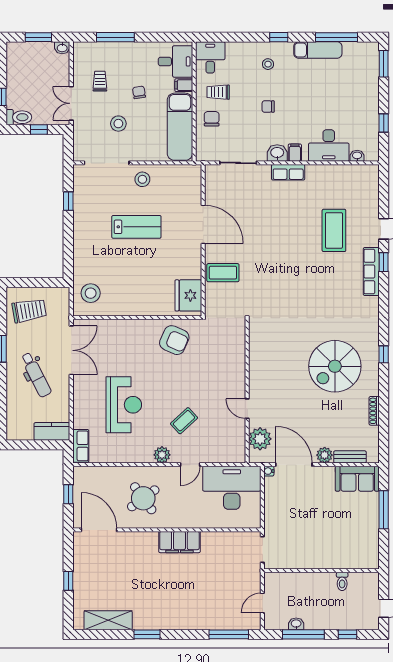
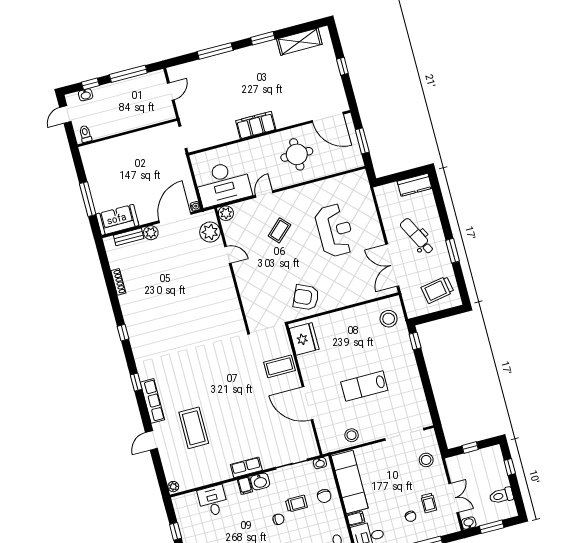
chair: (139, 92) -> (411, 516), moved
trolley: (218, 92) -> (296, 504), moved
double door: (71, 103) -> (454, 498), moved
toilet: (19, 117) -> (501, 496), moved
stool: (118, 124) -> (426, 460), moved
desk: (329, 146) -> (213, 501), width x0.73
washbasin: (357, 156) -> (320, 463), moved
plant: (373, 172) -> (173, 487), added
stool: (142, 179) -> (352, 435), moved
window: (68, 201) -> (415, 341), moved
window: (384, 262) -> (136, 382), moved
spiral stairs: (335, 366) -> (162, 311), removed
reception desk: (124, 405) -> (335, 230), turned 180
kitchen counter: (52, 431) -> (415, 185), moved
row of seats: (81, 446) -> (362, 185), removed
plant: (162, 455) -> (226, 213), moved
door: (294, 465) -> (175, 218), swing flipped
window: (68, 494) -> (362, 141), width x1.50
round table: (143, 498) -> (297, 154), turned 36
toilet: (342, 581) -> (85, 134), moved
washbasin: (296, 624) -> (86, 95), moved
window: (229, 634) -> (215, 51), moved

